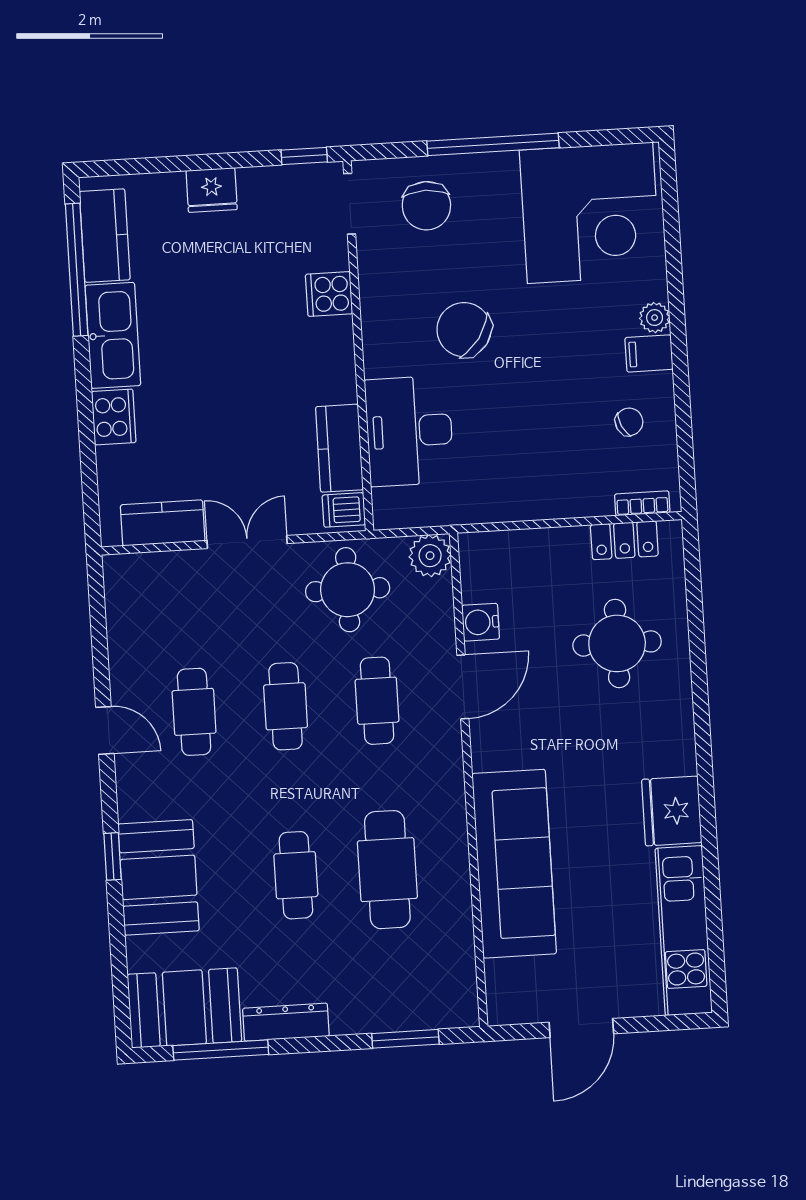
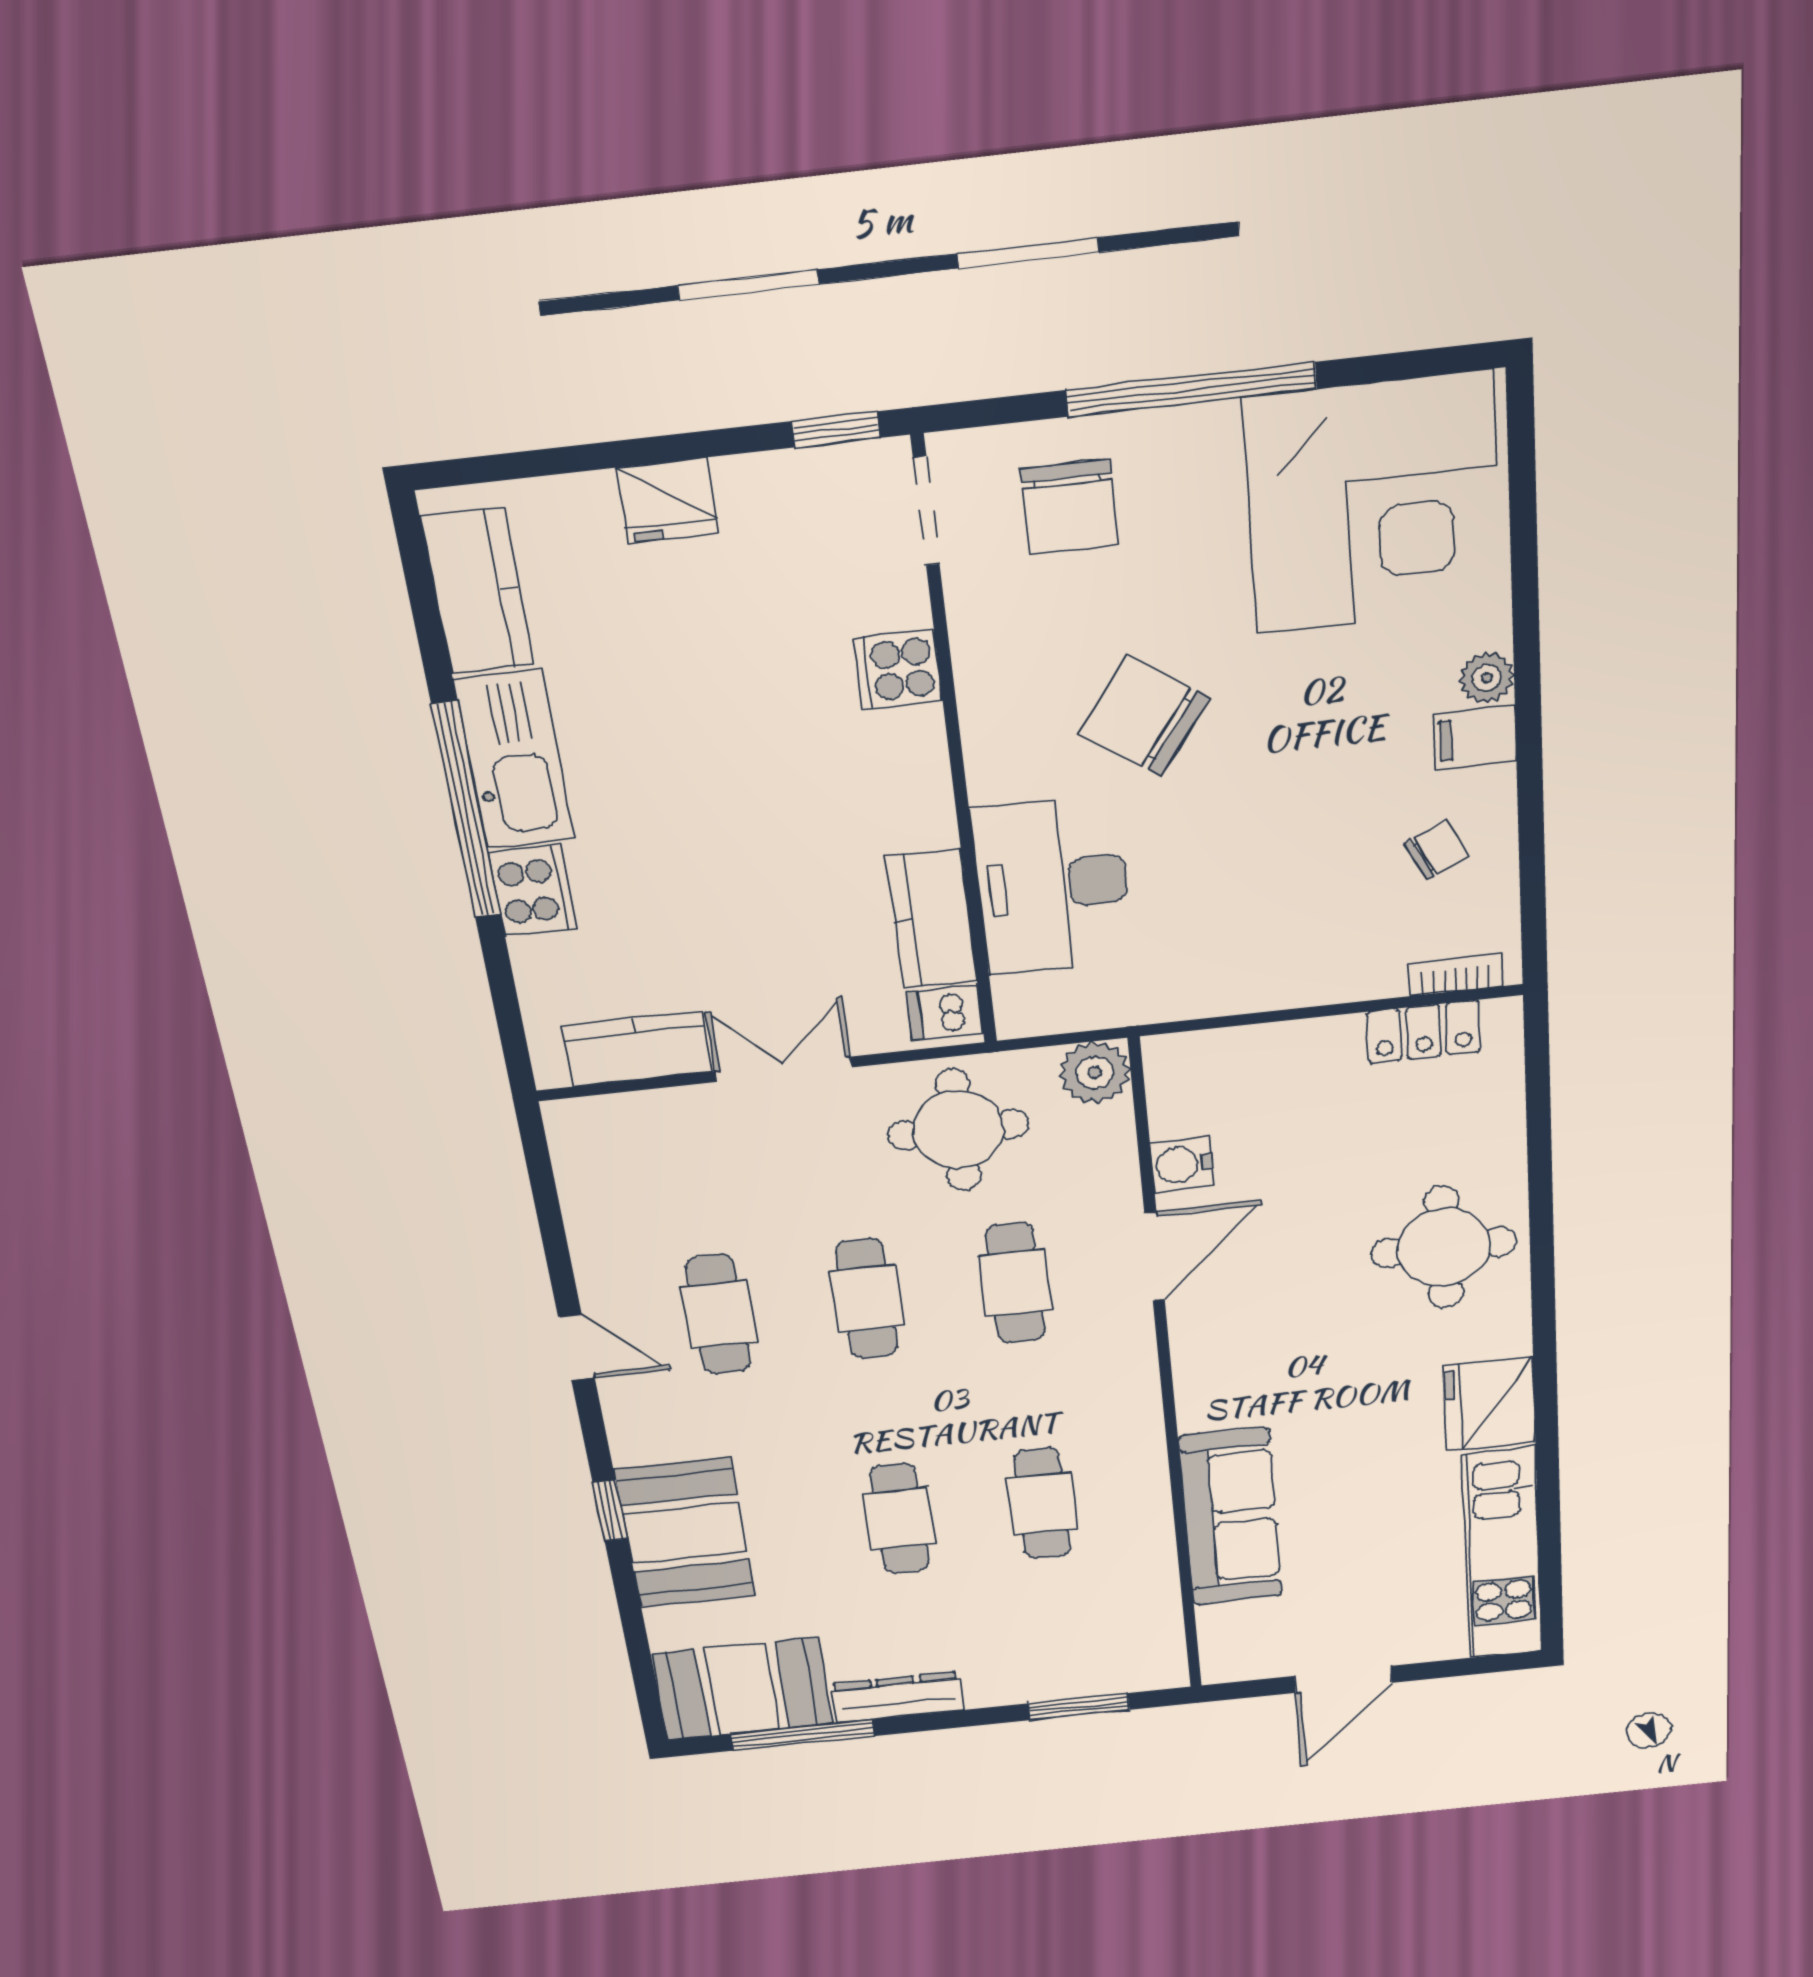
window: (77, 270) -> (466, 811), moved
round table: (617, 643) -> (1444, 1247), moved
sofa: (514, 864) -> (1231, 1517), width x0.74, depth x0.79
cafe table: (387, 870) -> (1042, 1504), width x0.73, depth x0.74

